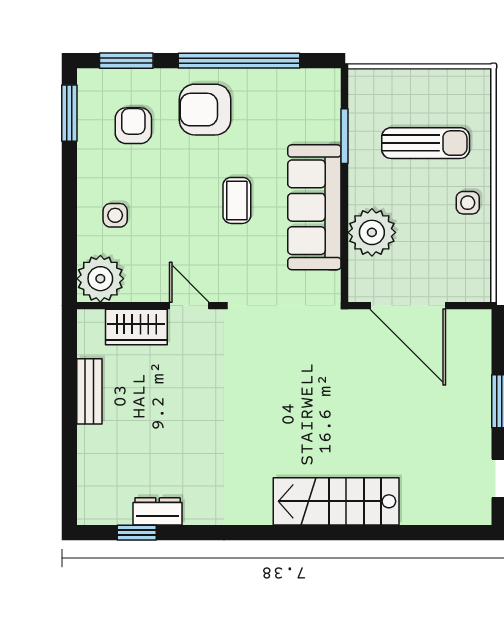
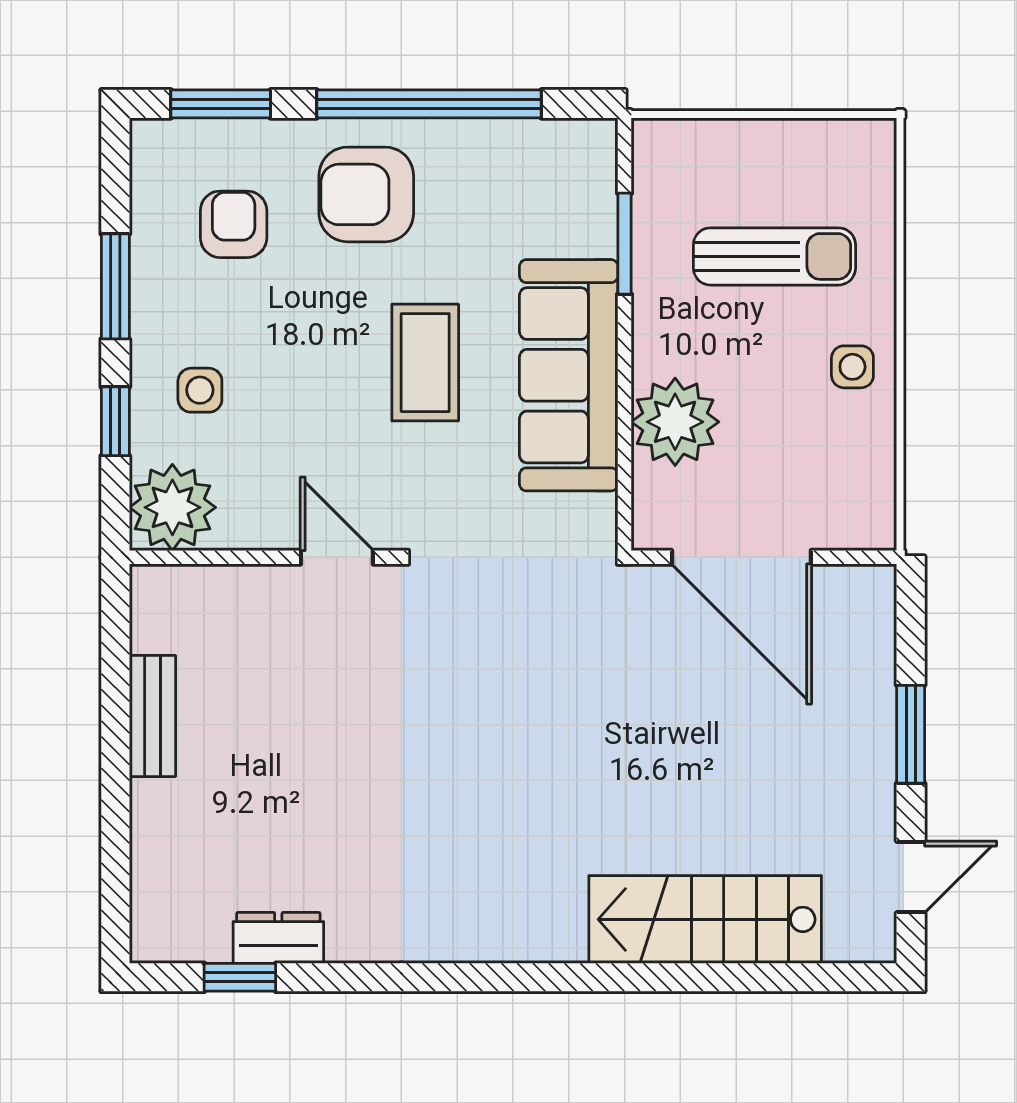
window: (69, 113) -> (115, 286), moved
coffee table: (237, 200) -> (425, 363), width x1.36, depth x1.30
window: (69, 232) -> (115, 421), added
wardrobe: (136, 327) -> (239, 597), removed
stairs: (336, 501) -> (705, 919), moved

